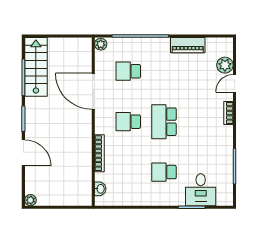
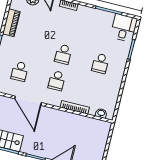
door: (93, 91) -> (28, 101), hinge flipped
school desk: (164, 122) -> (63, 54), width x0.54
desk: (201, 190) -> (124, 28), moved, turned -90

